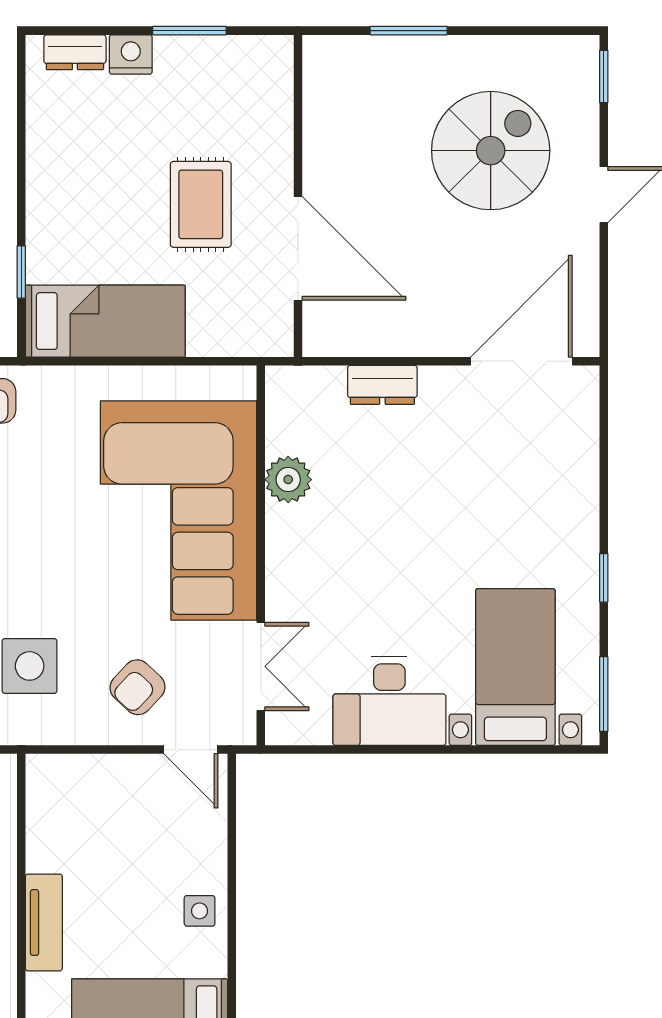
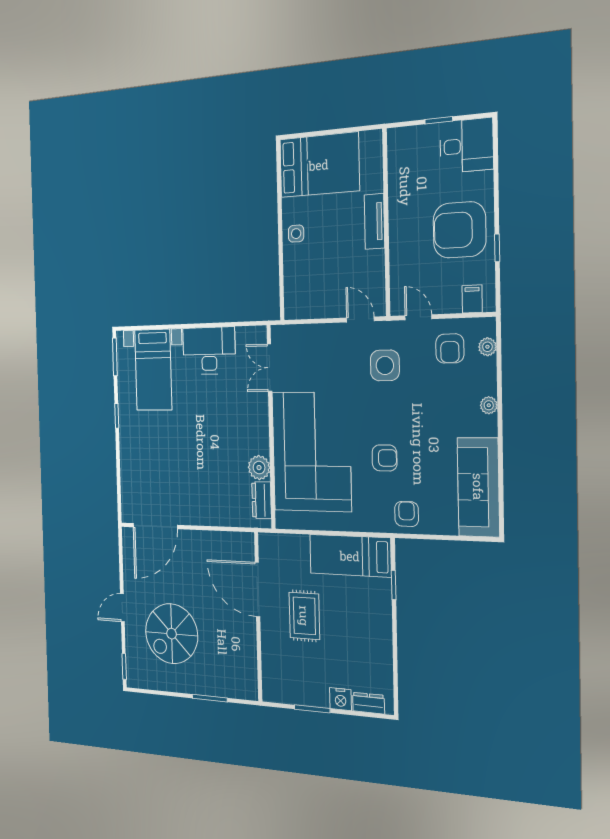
dresser: (382, 385) -> (262, 500), moved, turned -90
armchair: (138, 687) -> (384, 458), moved, turned 47
door: (191, 750) -> (360, 319), moved

